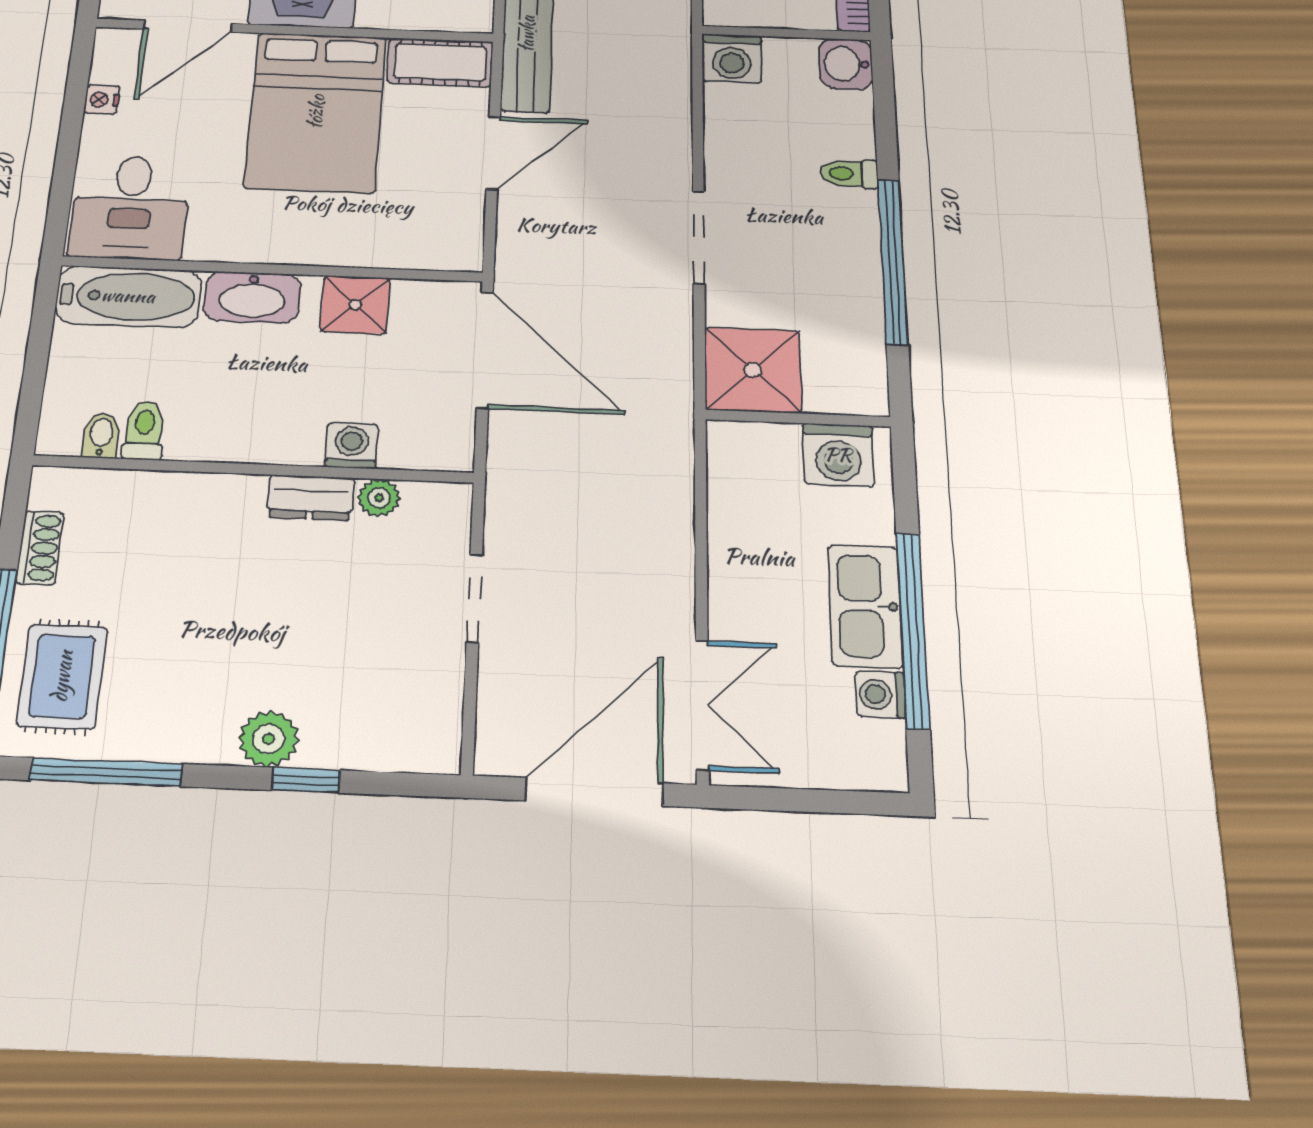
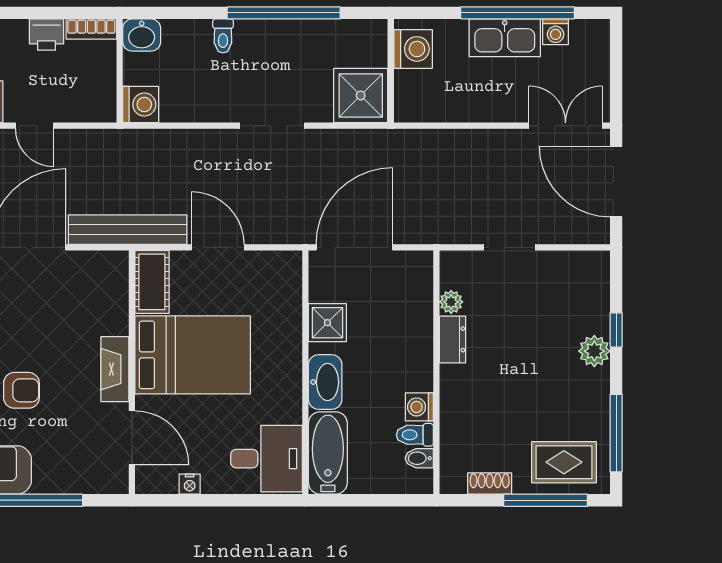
washing machine: (352, 446) -> (419, 407), moved

